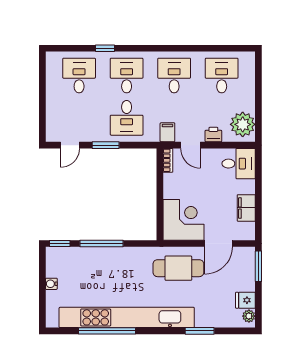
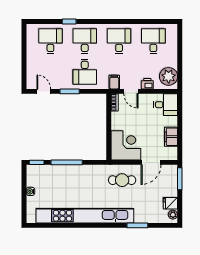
door: (70, 145) -> (44, 91), swing flipped
cafe table: (178, 268) -> (122, 180), width x0.73, depth x0.74
window: (107, 331) -> (71, 225), removed

